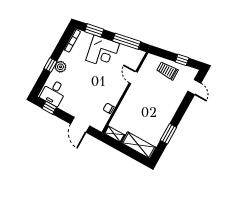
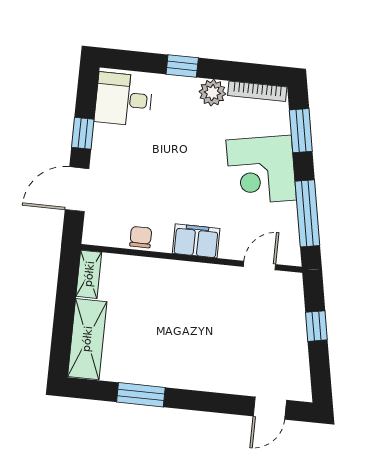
window: (182, 60) -> (316, 326), moved
plant: (60, 67) -> (212, 93), moved
trolley: (167, 71) -> (281, 332), removed
door: (133, 78) -> (260, 265), moved
filing cabinet: (119, 88) -> (196, 241), added
window: (49, 108) -> (83, 133), moved

